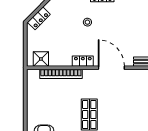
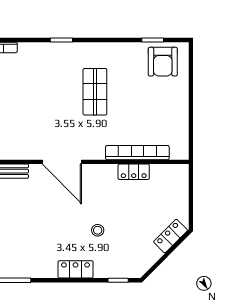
shower: (41, 59) -> (167, 175), removed
locker: (83, 61) -> (134, 172), moved

